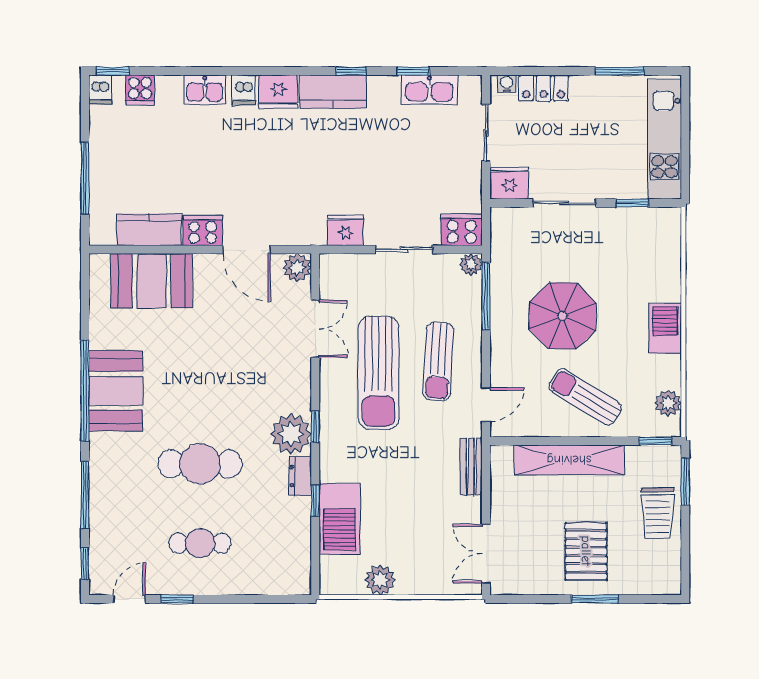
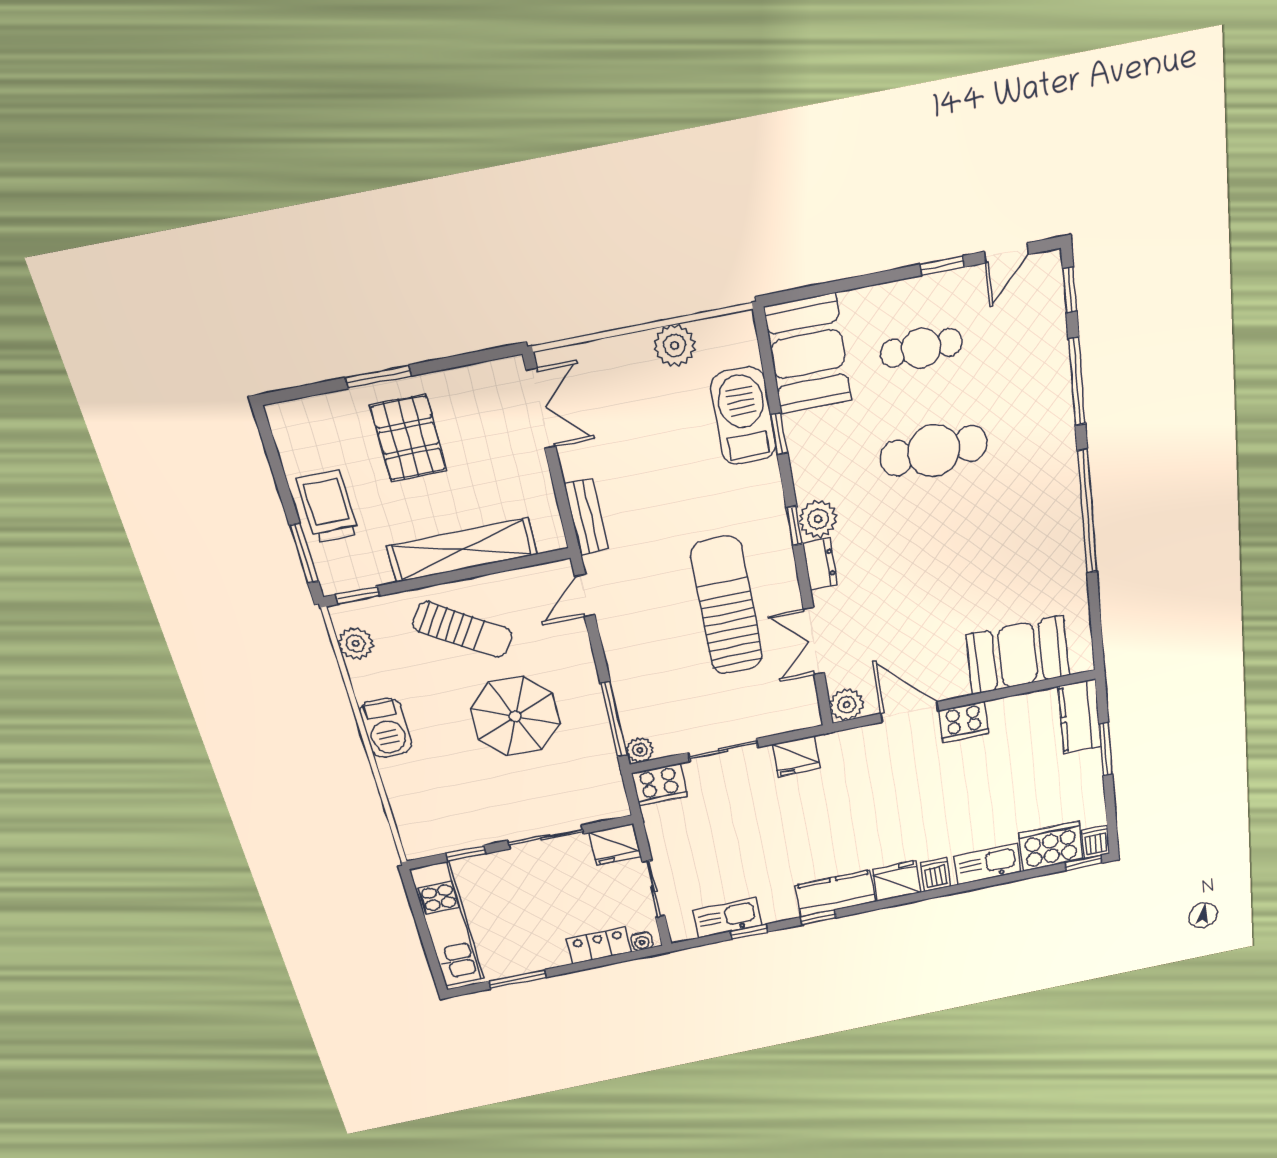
cooker: (140, 90) -> (1051, 846), width x1.87, depth x1.31
kitchen sink: (205, 90) -> (988, 864), width x1.38
window: (85, 178) -> (1106, 749), width x0.69
kitchen counter: (149, 230) -> (1080, 717), moved, turned 90
sun lounger: (438, 362) -> (656, 634), removed
booth: (116, 391) -> (808, 354), moved
plant: (291, 434) -> (818, 519), width x0.73, depth x0.73
dresser: (300, 476) -> (820, 564), moved

